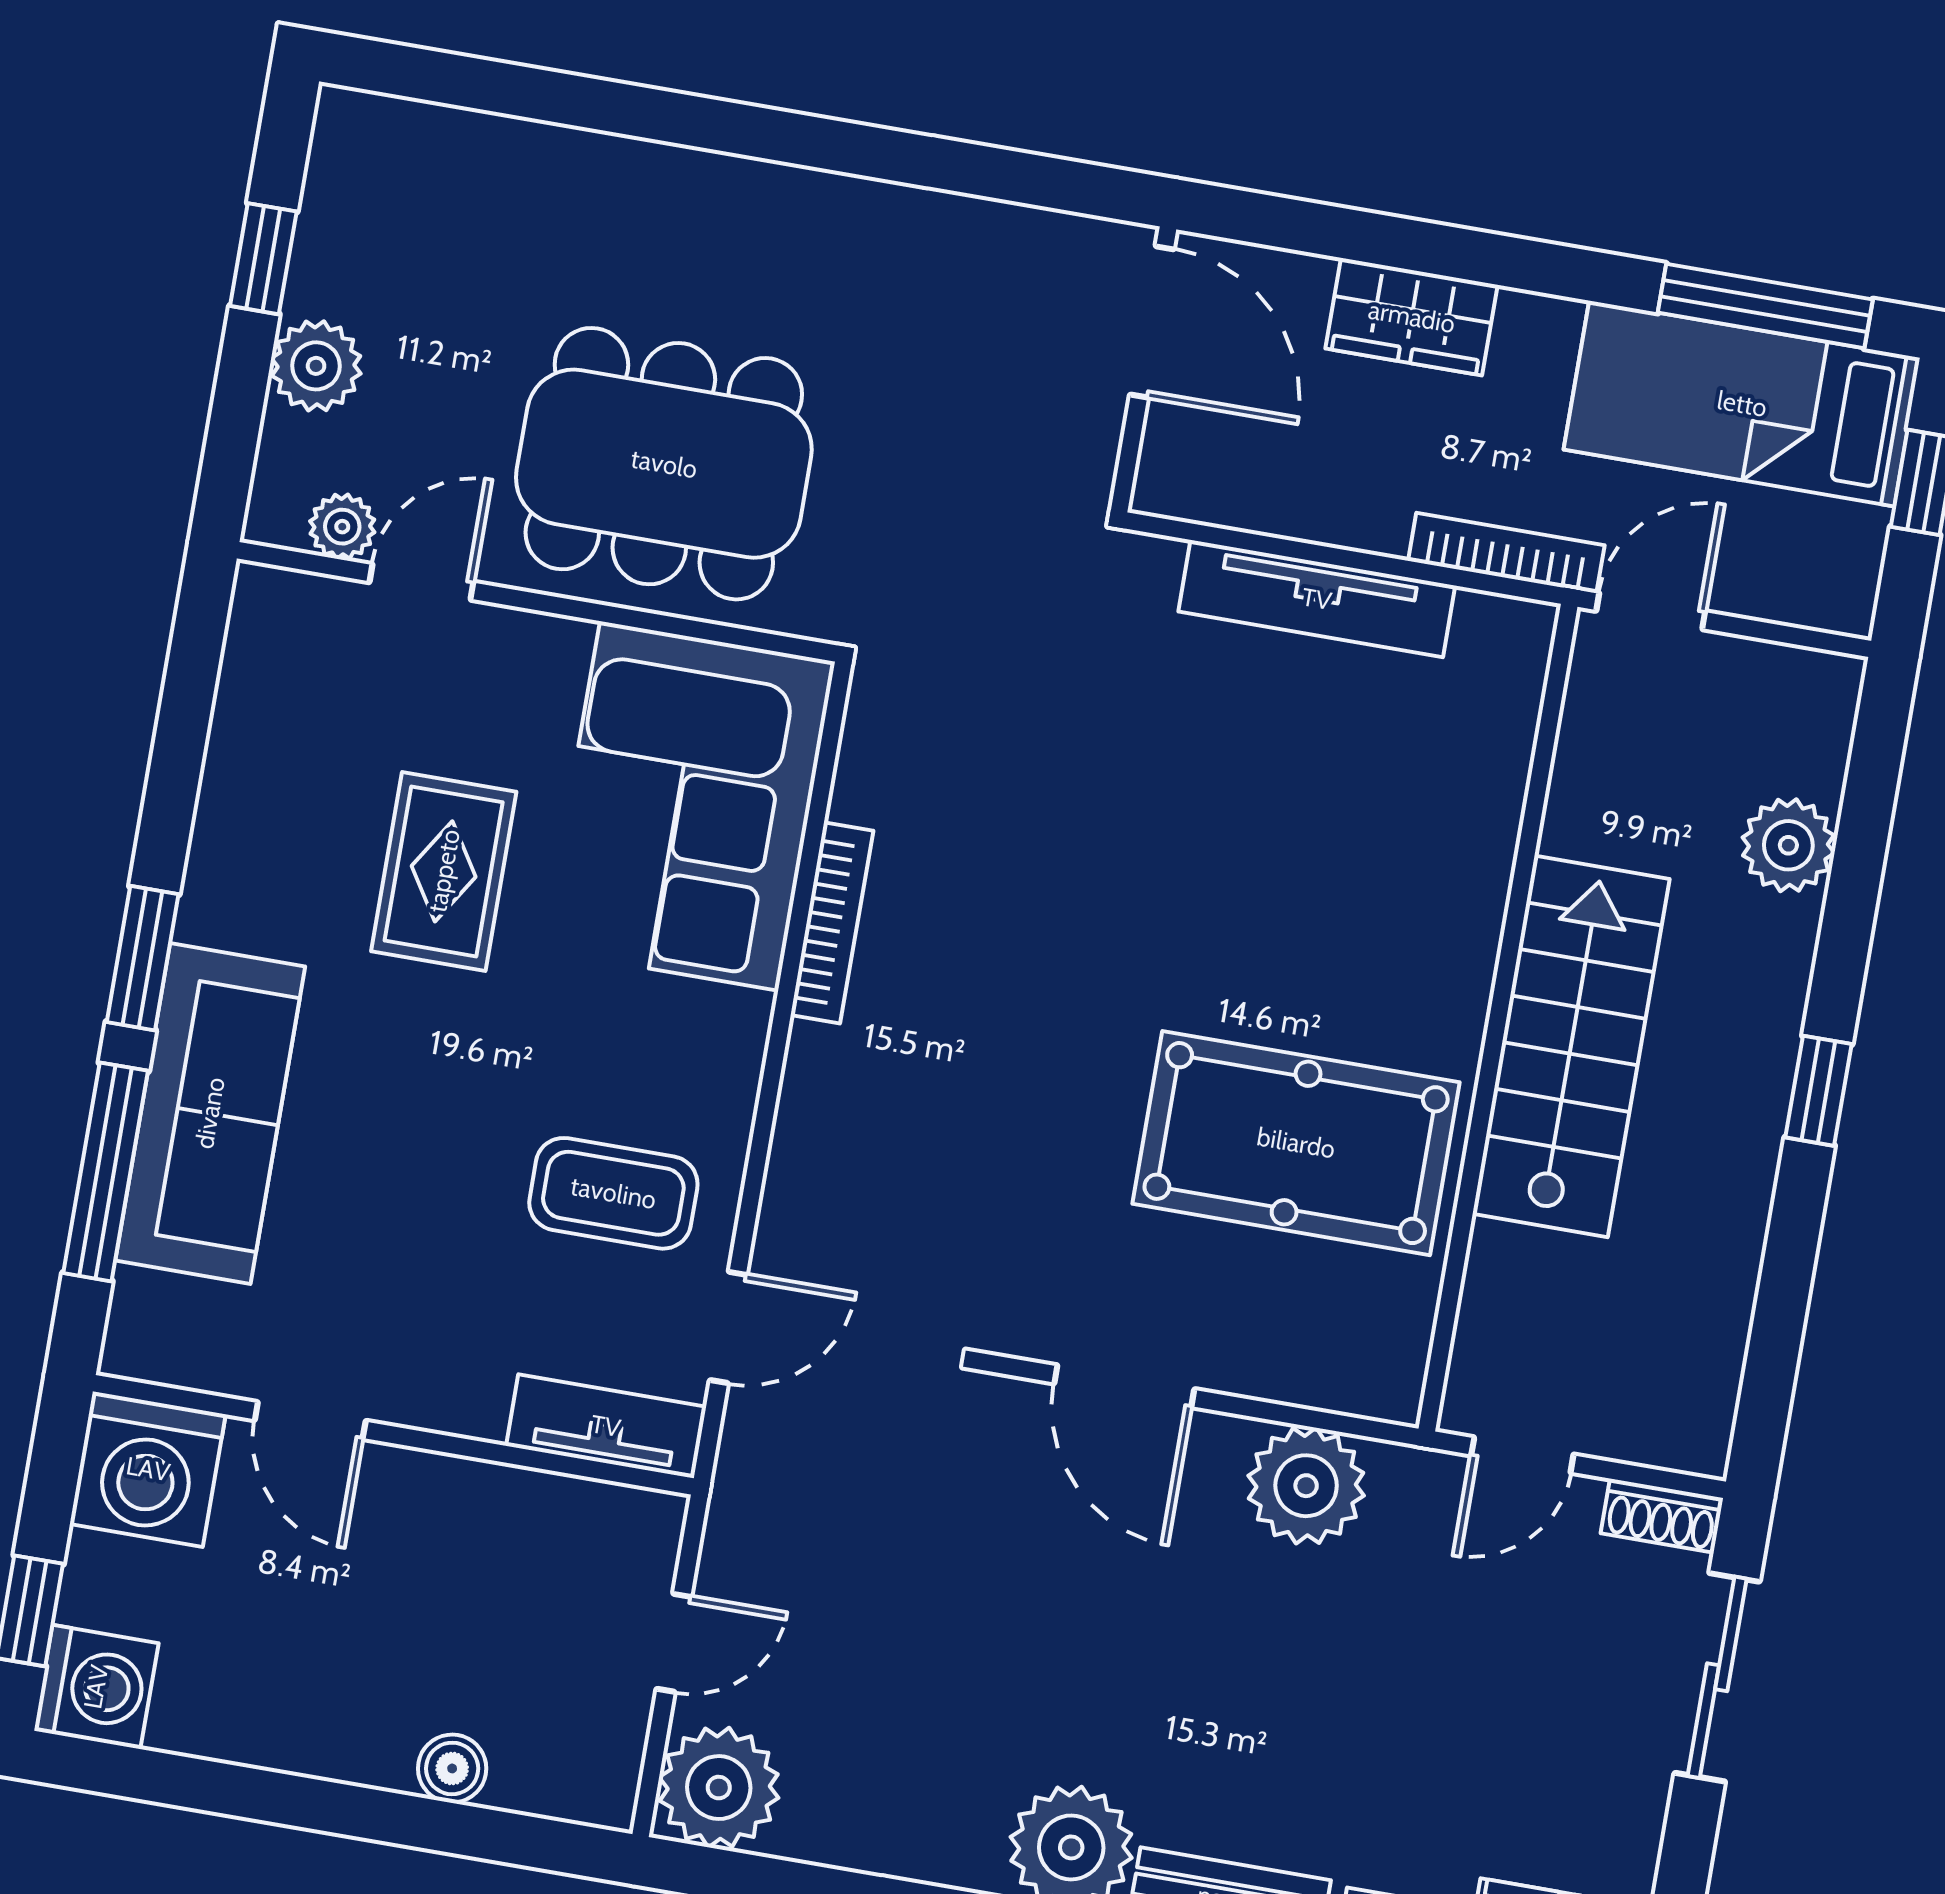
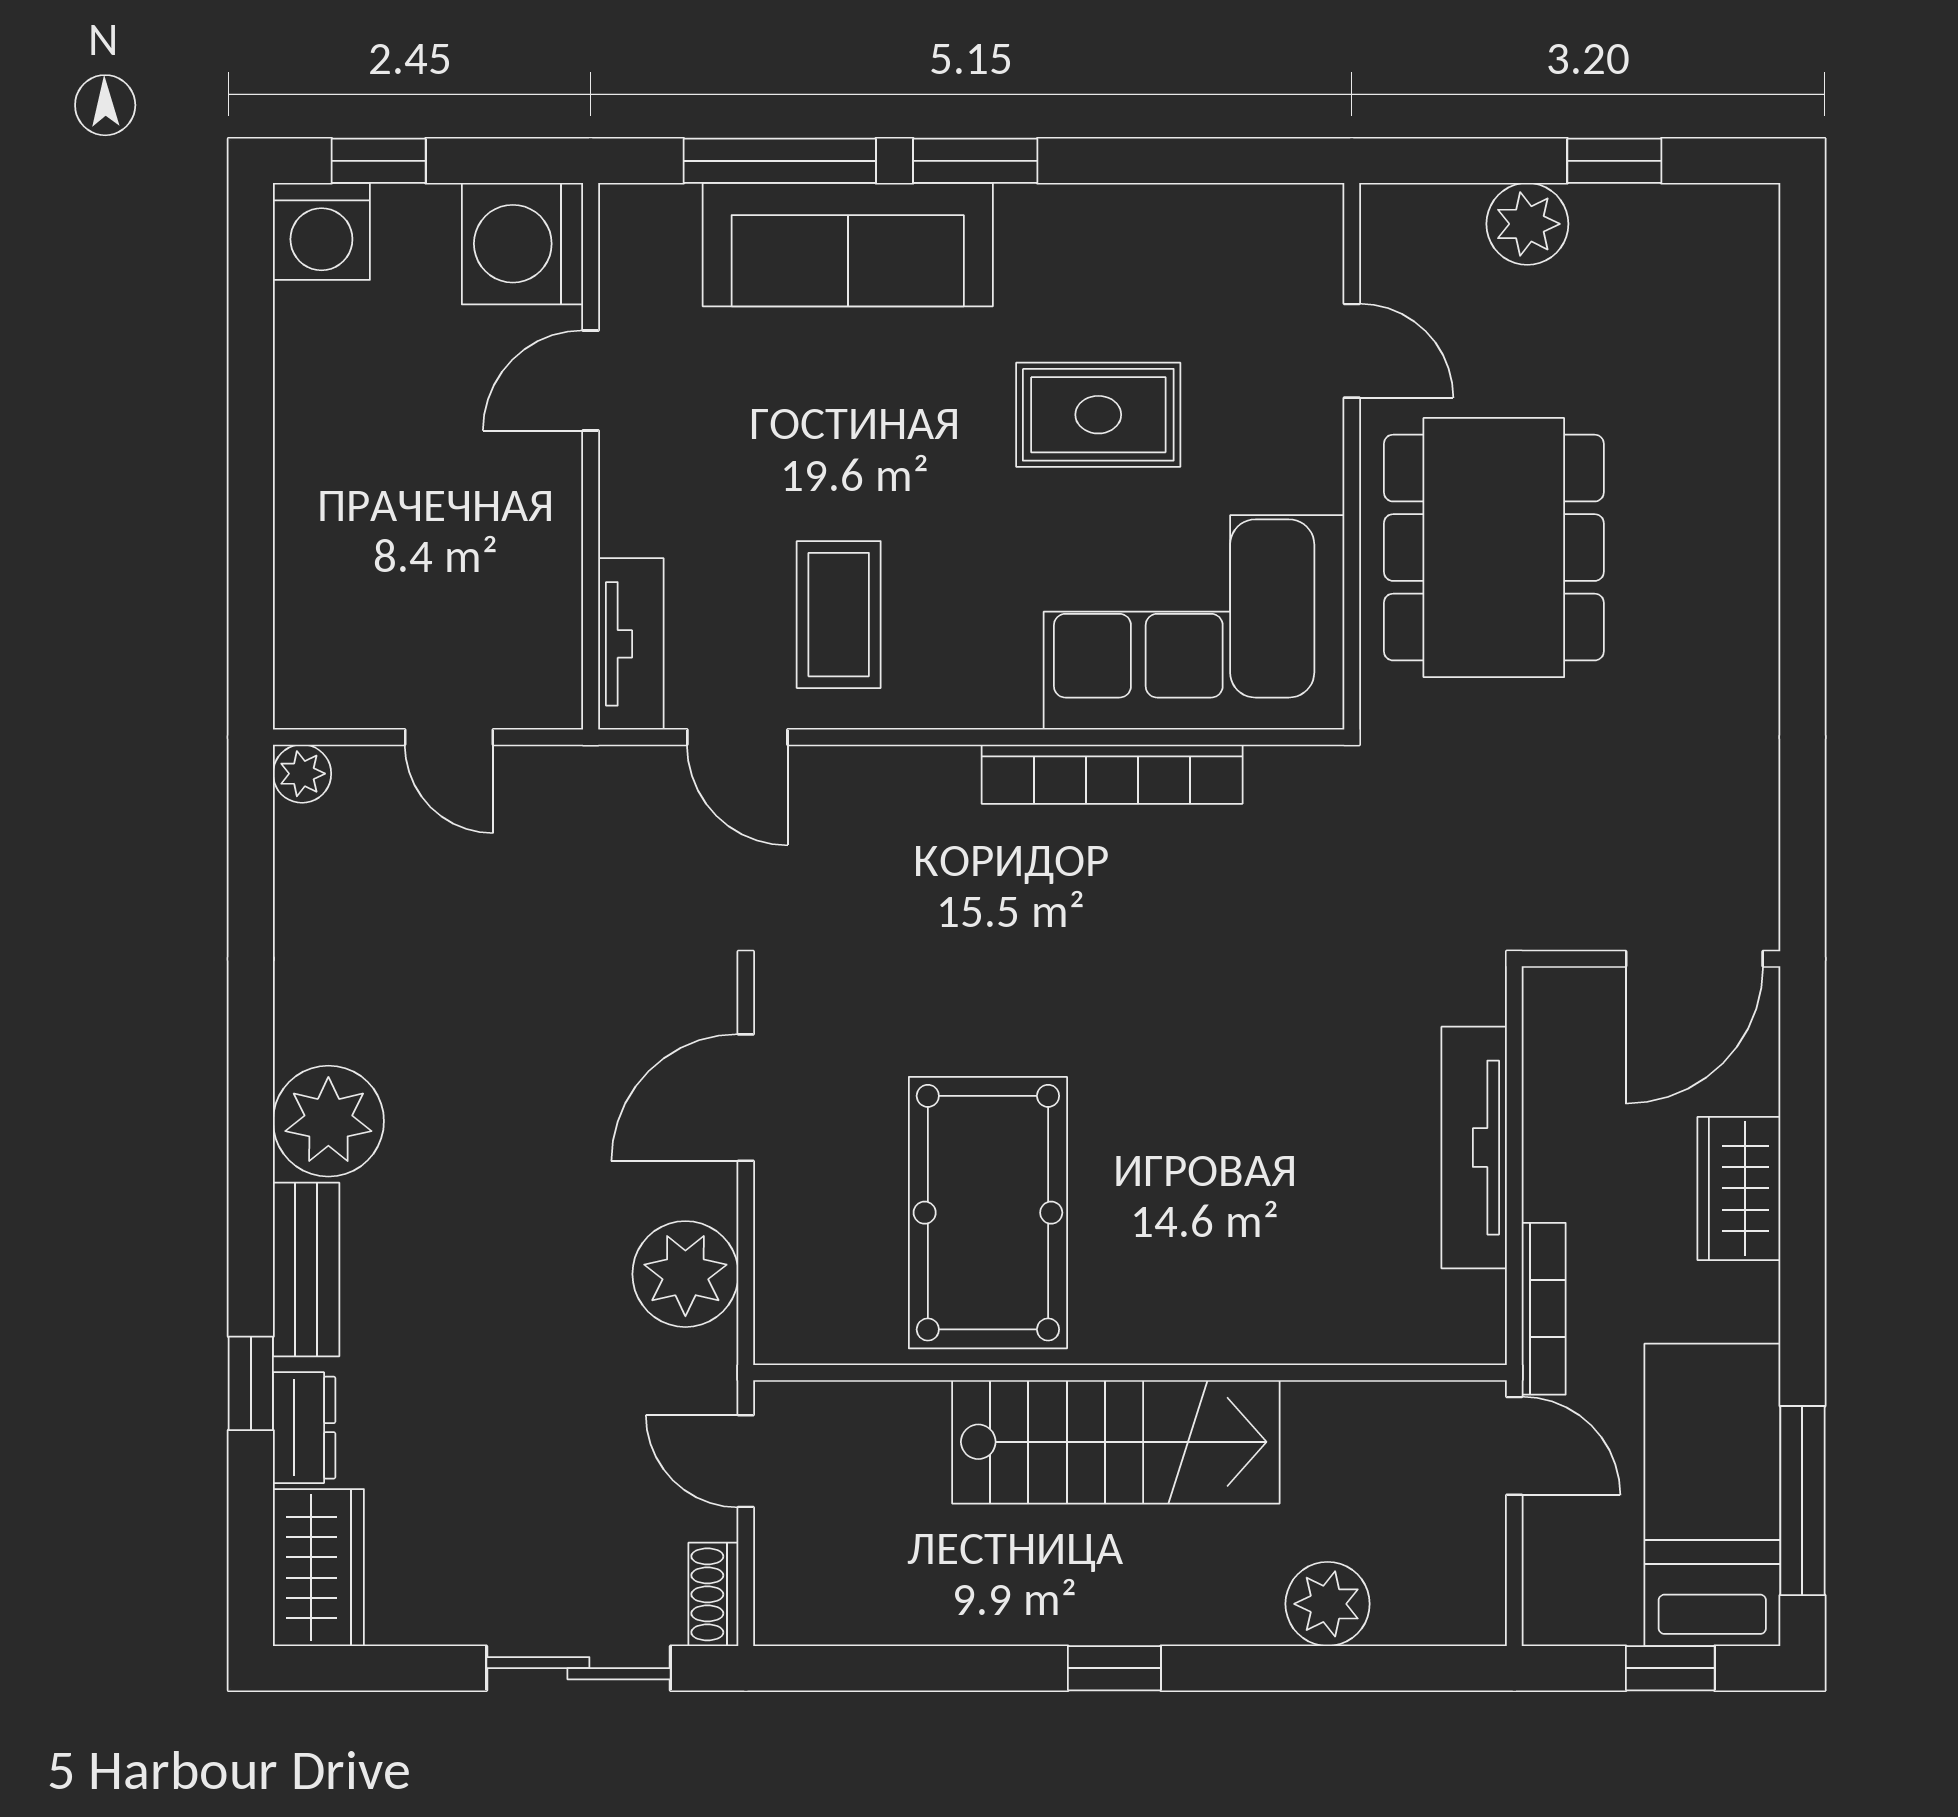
plant: (342, 527) -> (1389, 272), removed
bookcase: (832, 923) -> (1112, 774), width x1.48, depth x1.31
boiler: (452, 1768) -> (304, 560), removed
plant: (719, 1788) -> (302, 774), width x0.53, depth x0.53

